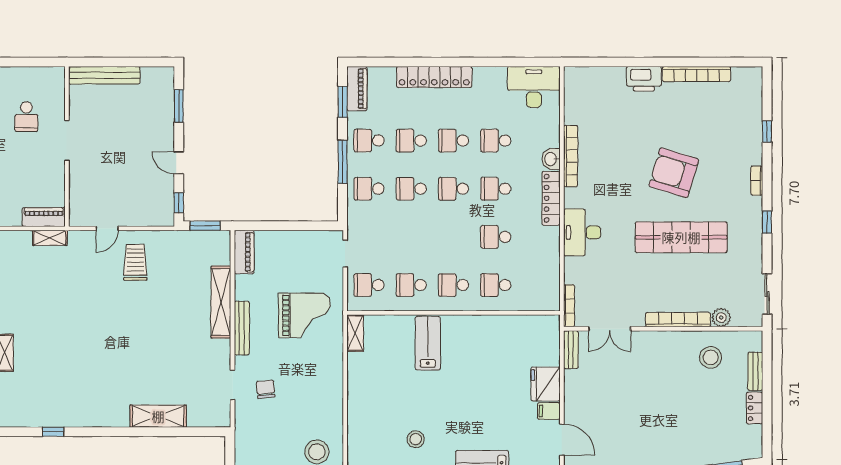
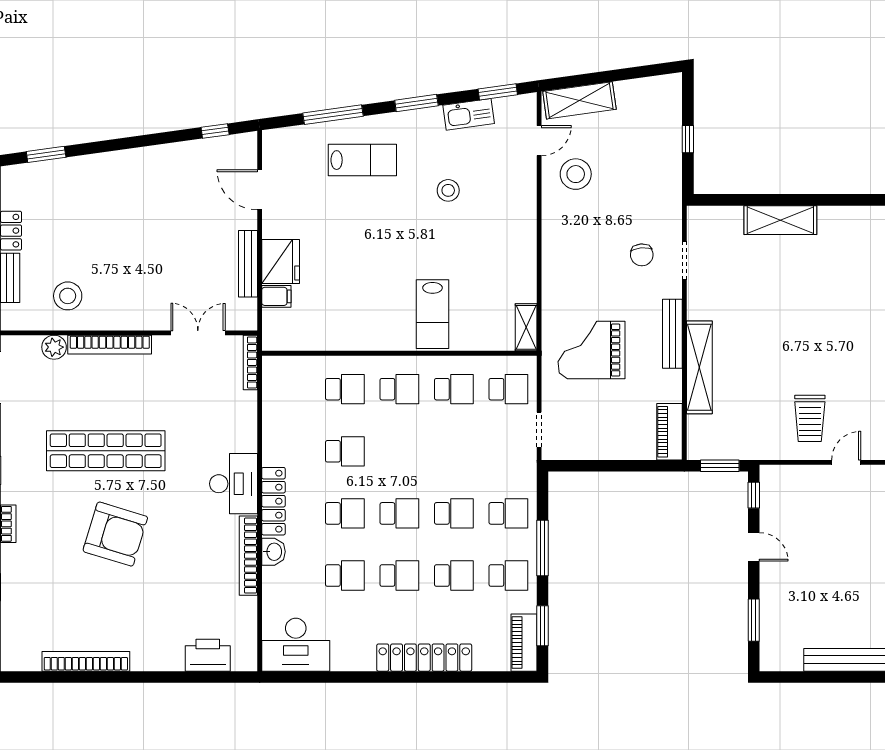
printer: (644, 79) -> (208, 655), moved
desk: (582, 232) -> (234, 484), moved
bench: (571, 350) -> (248, 264), moved, width x1.36
filing cabinet: (549, 411) -> (276, 296), moved

